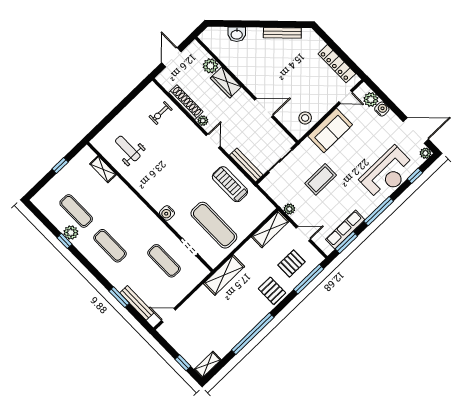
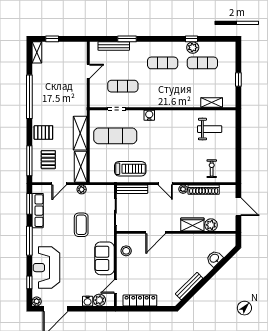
shelving: (224, 275) -> (80, 133), moved
door: (168, 315) -> (88, 71), moved

